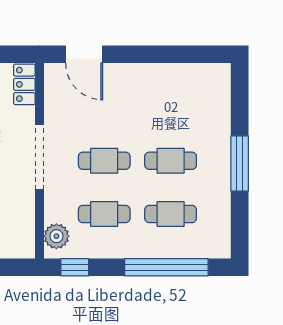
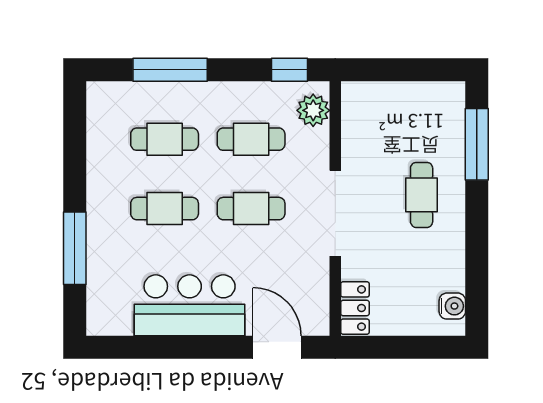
bar counter: (151, 86) -> (190, 305), added
window: (240, 164) -> (75, 248), moved
window: (166, 267) -> (170, 70), width x0.68

